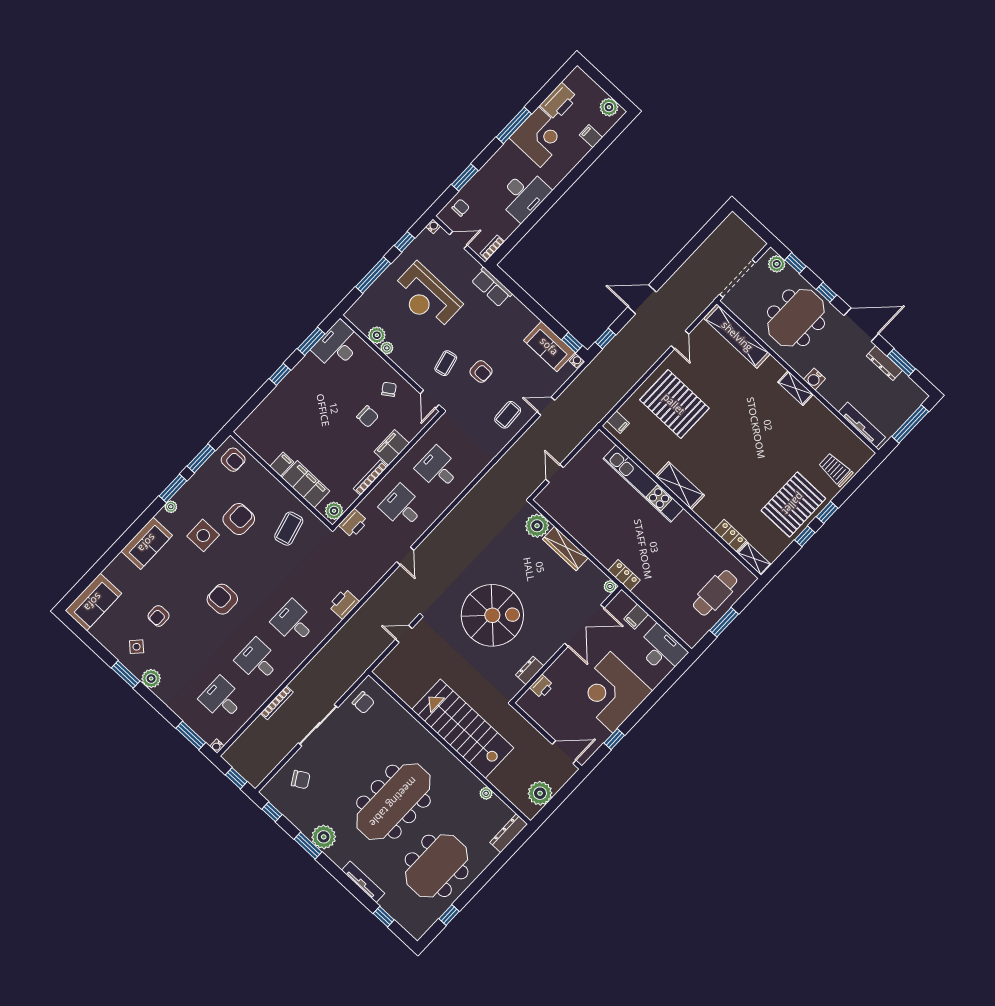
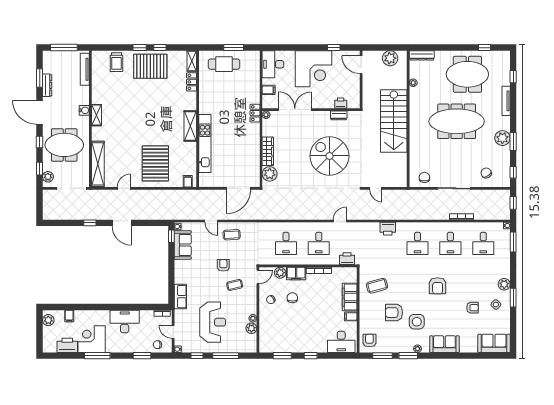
window: (605, 338) -> (90, 223), moved
desk: (337, 346) -> (341, 342), moved
door: (555, 473) -> (238, 188), width x1.88
plant: (334, 511) -> (280, 273), moved

